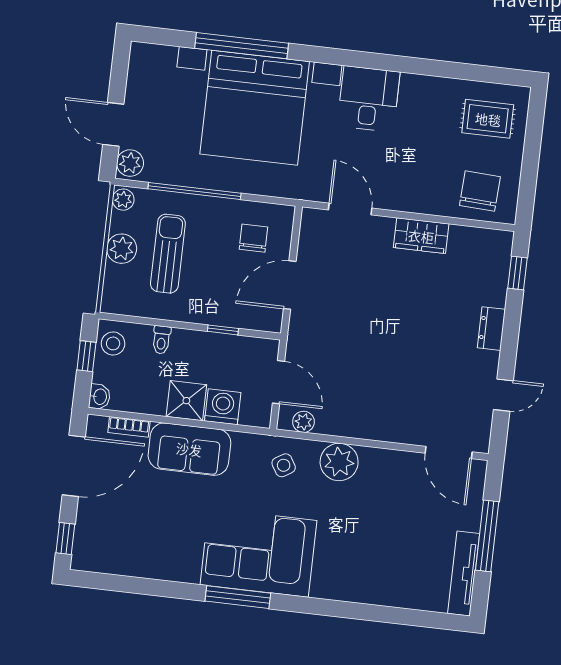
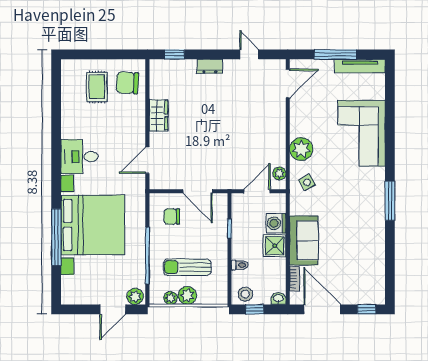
rug: (488, 119) -> (97, 87), moved
plant: (123, 200) -> (170, 298), moved
corner sofa: (259, 553) -> (362, 133), moved

